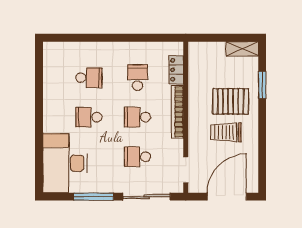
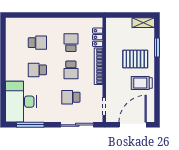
school desk: (137, 117) -> (71, 70), turned -90
trolley: (226, 132) -> (142, 83), moved
window: (94, 197) -> (30, 125), moved

